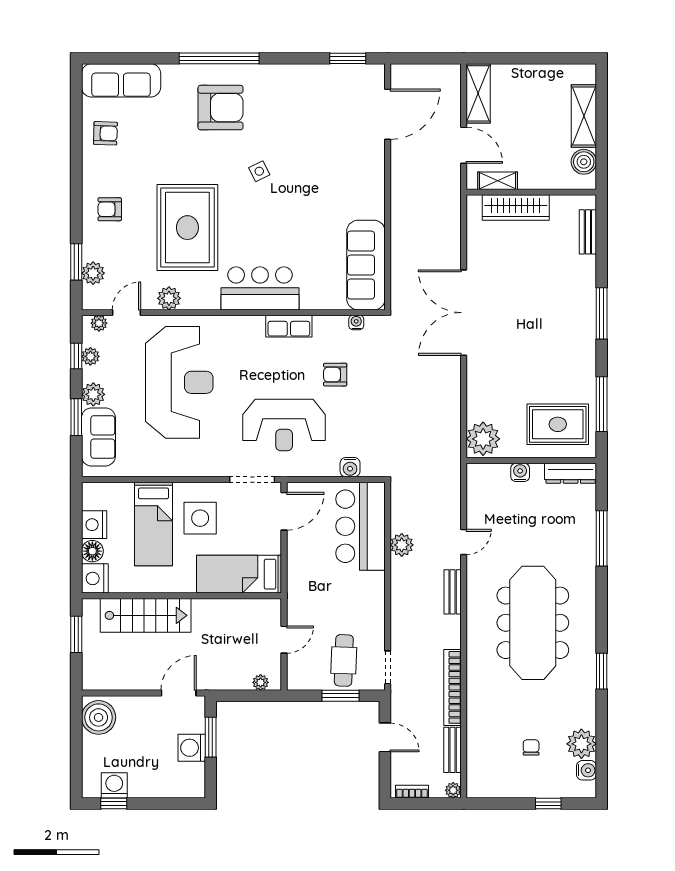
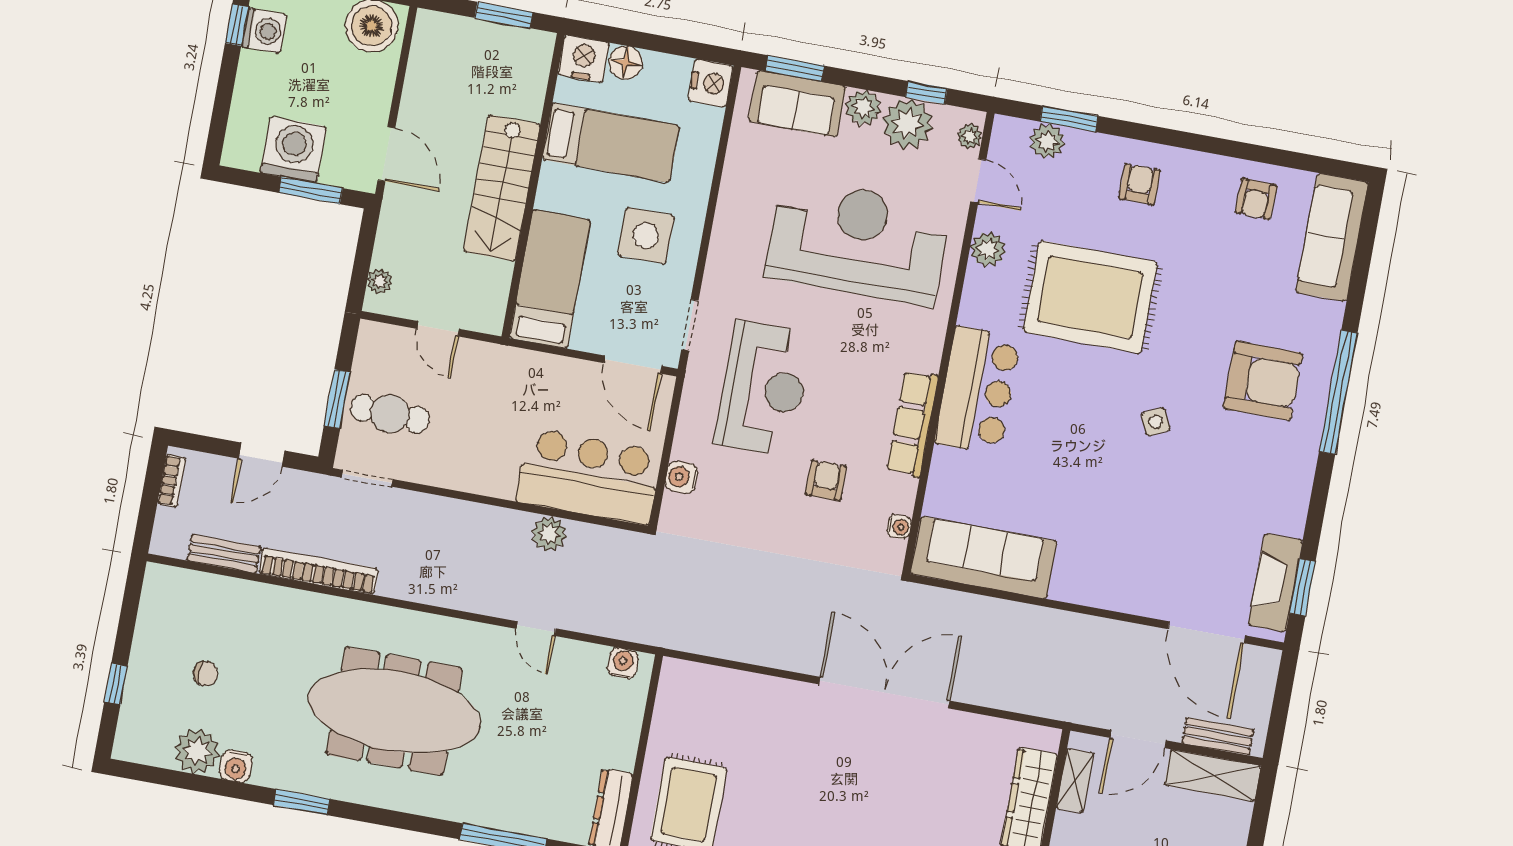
fireplace: (348, 76) -> (1275, 582), added
armchair: (221, 108) -> (1263, 381), turned -90
row of seats: (289, 326) -> (912, 424), width x1.48
plant: (90, 356) -> (908, 124), width x1.88, depth x1.88
reception desk: (179, 382) -> (858, 241), turned 180
window: (76, 417) -> (795, 68), moved
reception desk: (284, 425) -> (764, 389), turned 180
plant: (483, 439) -> (687, 687), removed
water cooler: (520, 472) -> (623, 663), moved, turned -90
doorway: (252, 480) -> (690, 325), width x0.73
bed: (154, 524) -> (611, 143), moved, turned 180
nightstand: (94, 525) -> (711, 83), moved, turned 90
bench: (453, 592) -> (1218, 736), moved
stairs: (146, 615) -> (502, 188), moved
washing machine: (192, 748) -> (293, 150), width x1.37, depth x1.37
water cooler: (586, 770) -> (236, 766), moved
plant: (453, 790) -> (162, 544), removed

